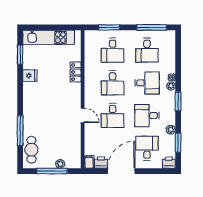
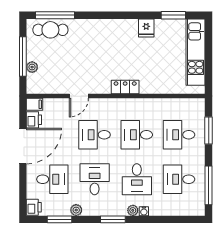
locker: (76, 72) -> (125, 87), moved
door: (83, 115) -> (79, 96), moved
window: (20, 131) -> (55, 15), moved
door: (121, 171) -> (23, 146), hinge flipped

